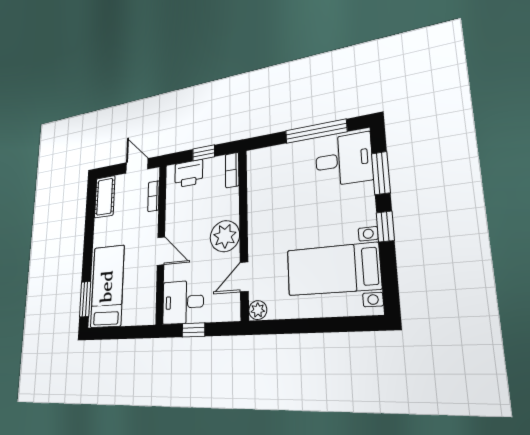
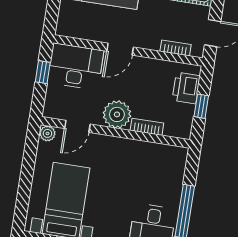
bookcase: (232, 170) -> (147, 127), moved
door: (244, 277) -> (77, 126), swing flipped
desk: (183, 302) -> (75, 66), width x1.37

